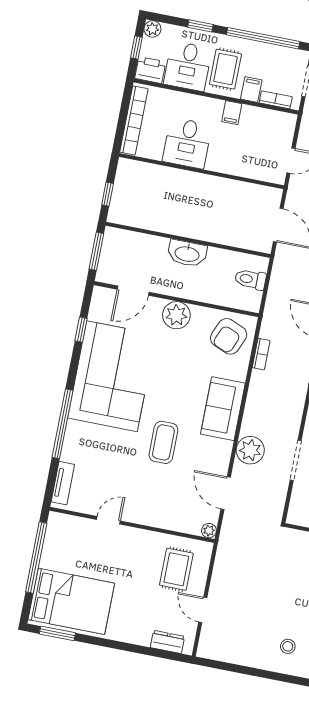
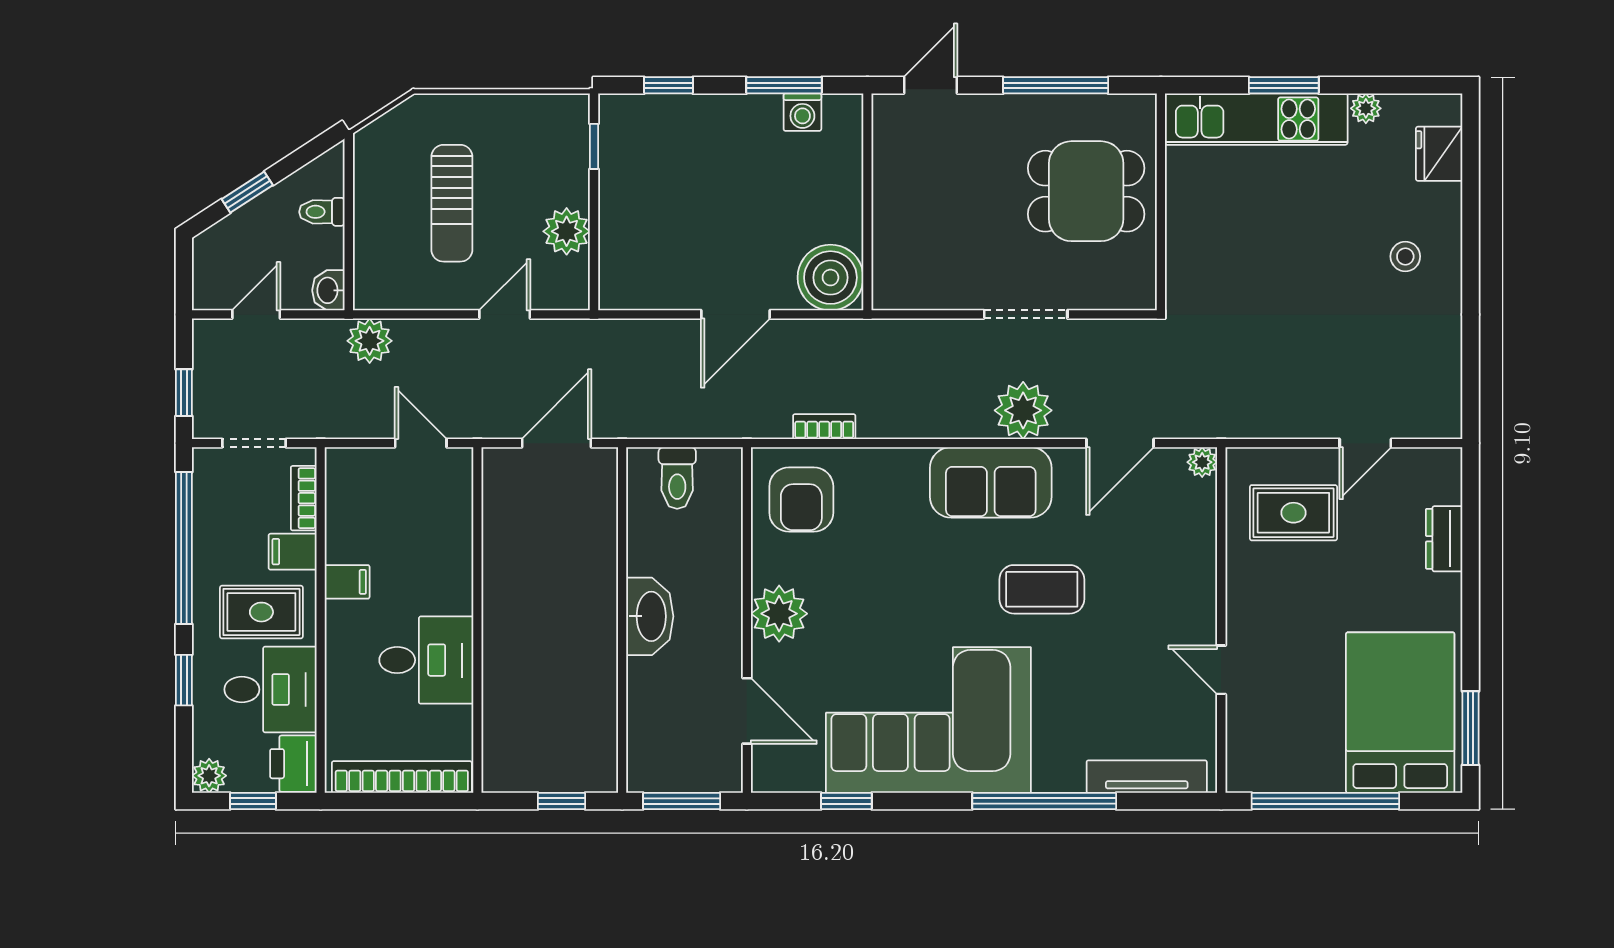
armchair: (229, 336) -> (801, 500), turned 67
sofa: (223, 409) -> (991, 482), moved
tv unit: (63, 483) -> (1147, 777), width x1.41
dresser: (167, 642) -> (1444, 539), moved

